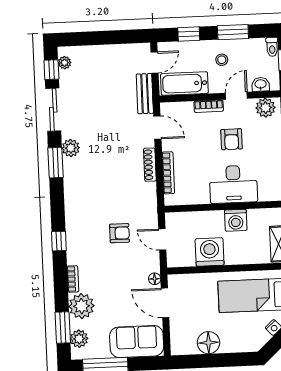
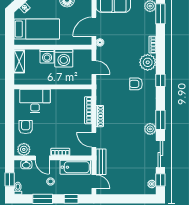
door: (155, 62) -> (94, 182), swing flipped
door: (236, 96) -> (42, 158), hinge flipped
armchair: (232, 139) -> (26, 127), moved
desk: (233, 184) -> (35, 101), moved
washing machine: (236, 220) -> (47, 56), moved, turned 180
armchair: (119, 233) -> (136, 84), moved
window: (59, 241) -> (160, 80), moved
door: (165, 303) -> (94, 27), swing flipped
plant: (81, 306) -> (148, 62), moved

